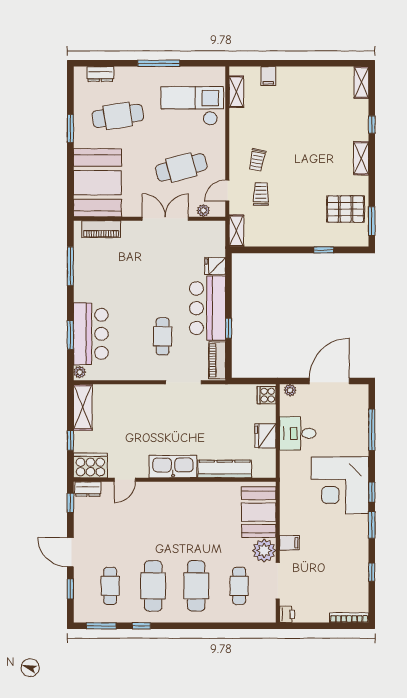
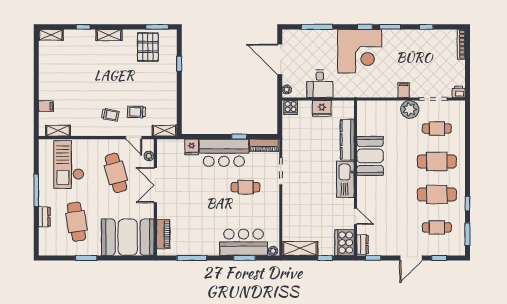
dresser: (100, 74) -> (44, 217), moved
booth: (259, 512) -> (370, 156), moved, turned 90

